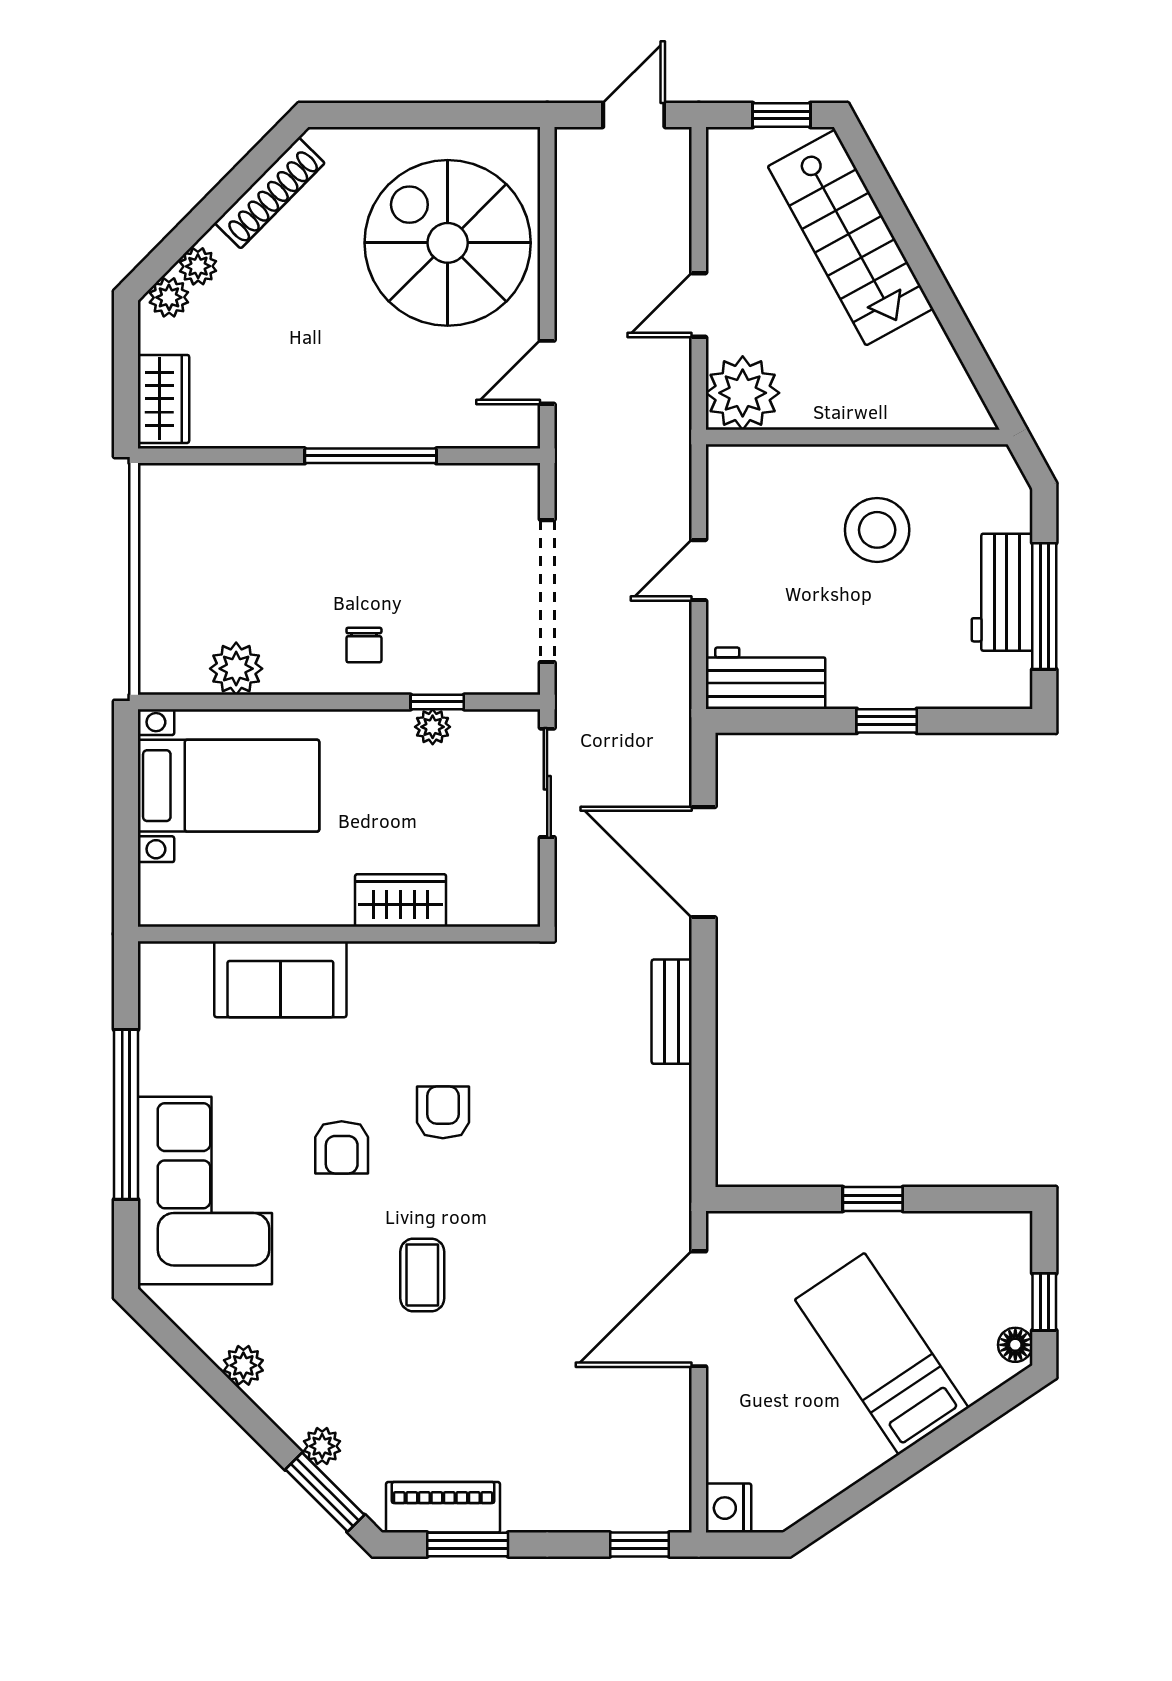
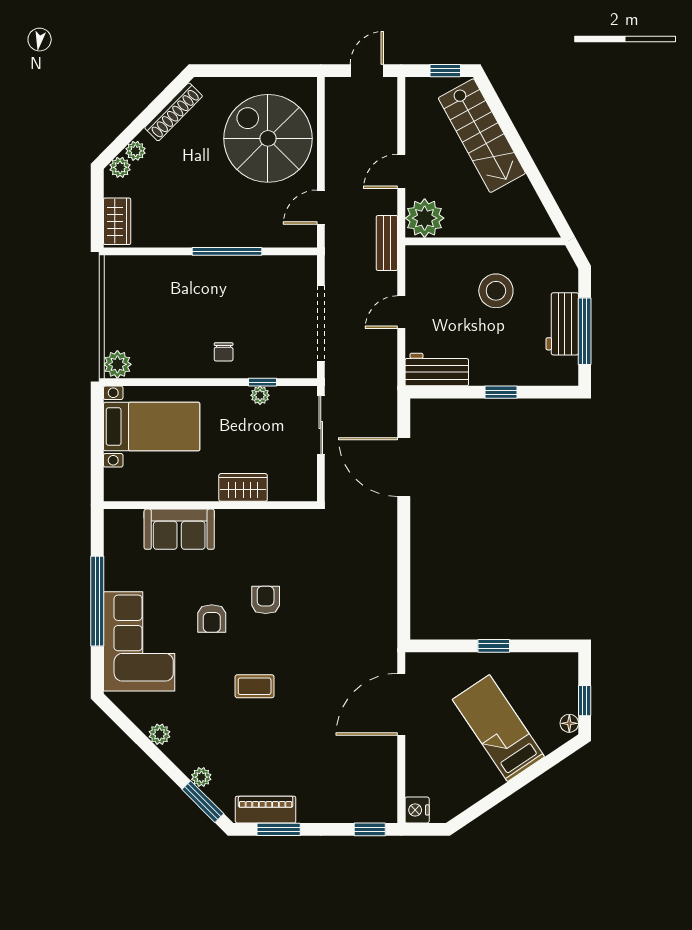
plant: (236, 669) -> (117, 364), moved
bench: (672, 1012) -> (387, 243), moved
coffee table: (422, 1275) -> (255, 686), turned 90

